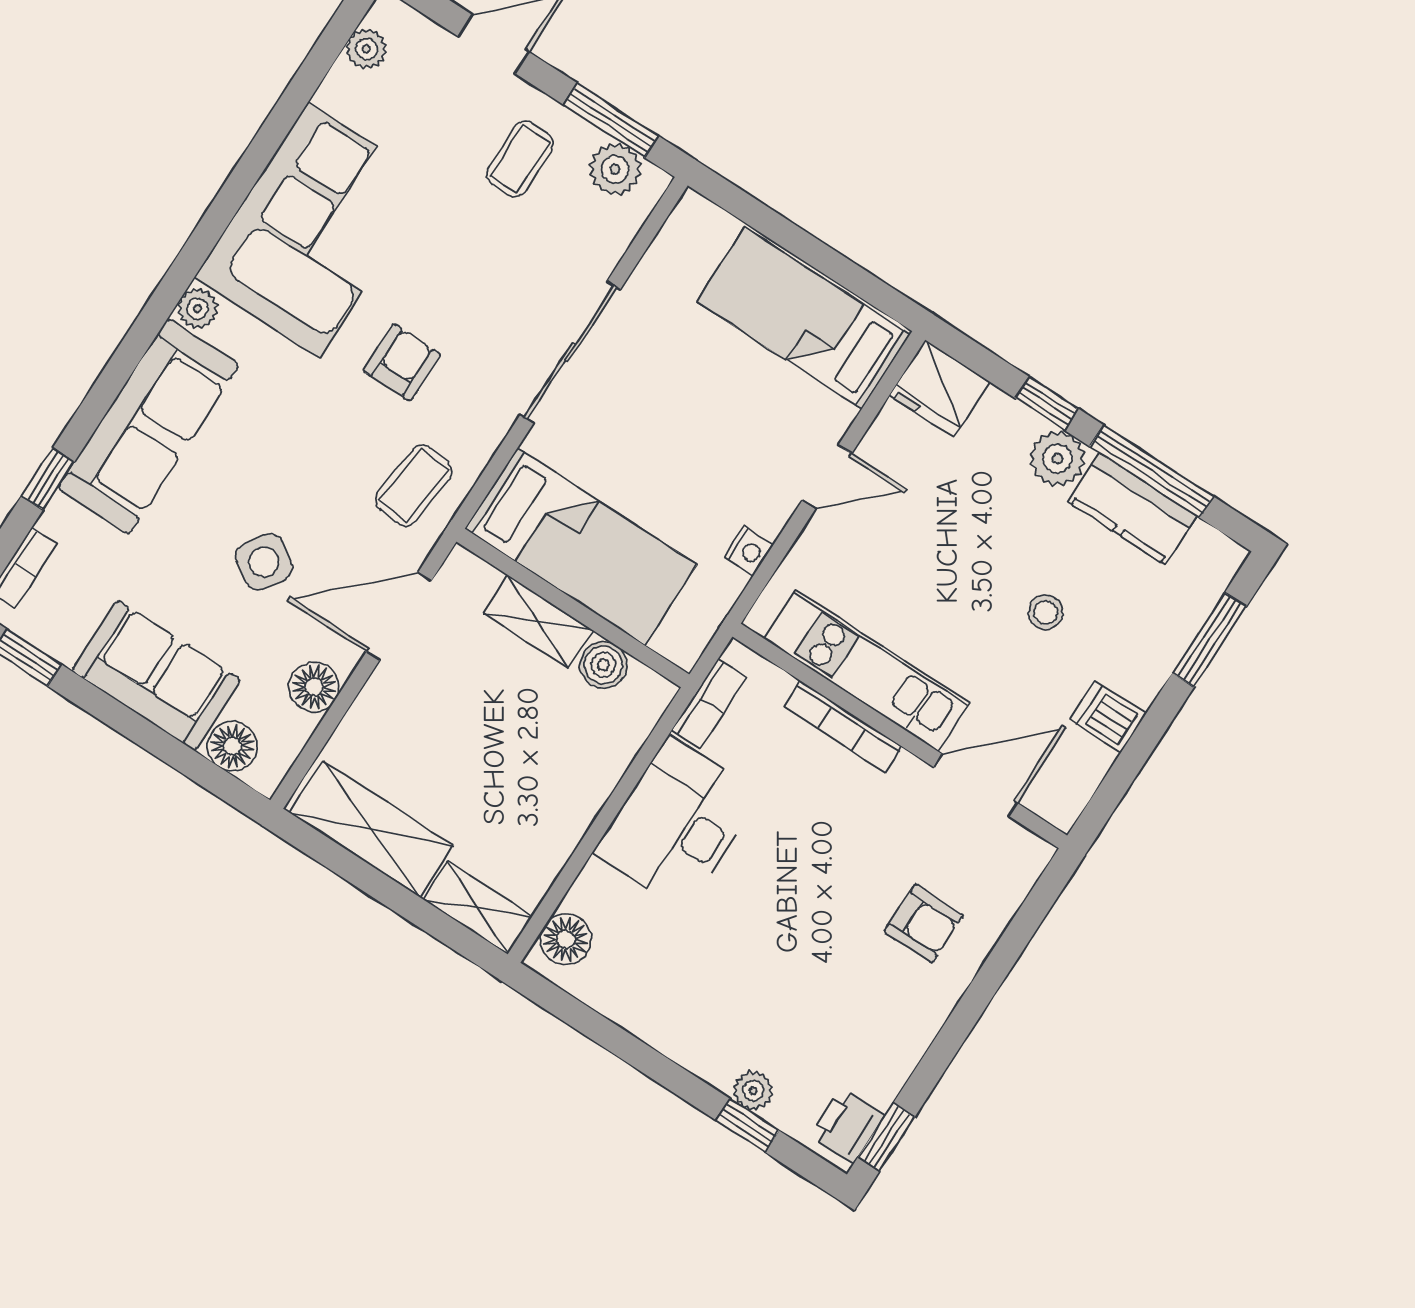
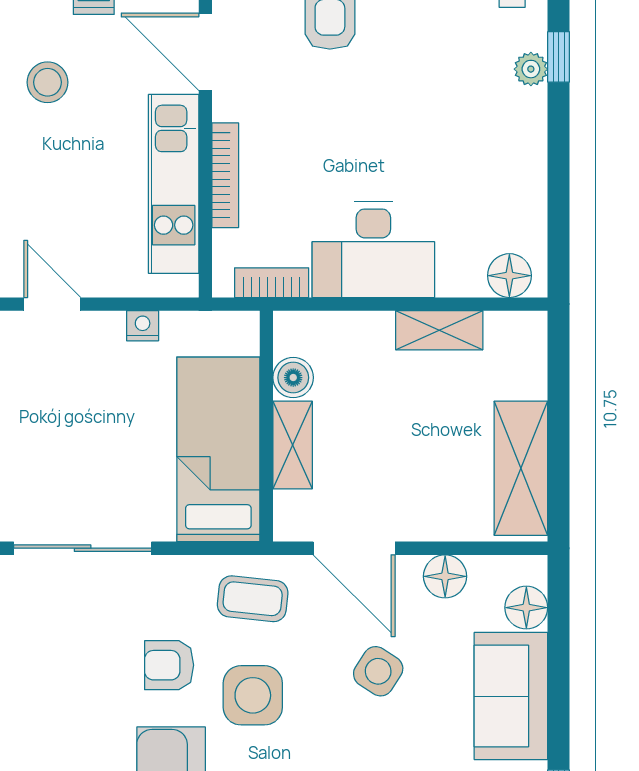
side table: (320, 425) -> (253, 695), added
stool: (1046, 612) -> (48, 82), width x1.37, depth x1.37
shelving: (478, 908) -> (439, 330), moved, turned 90

